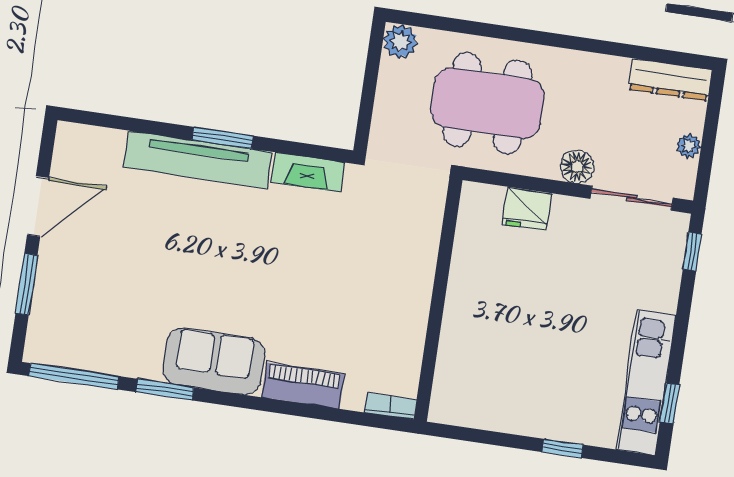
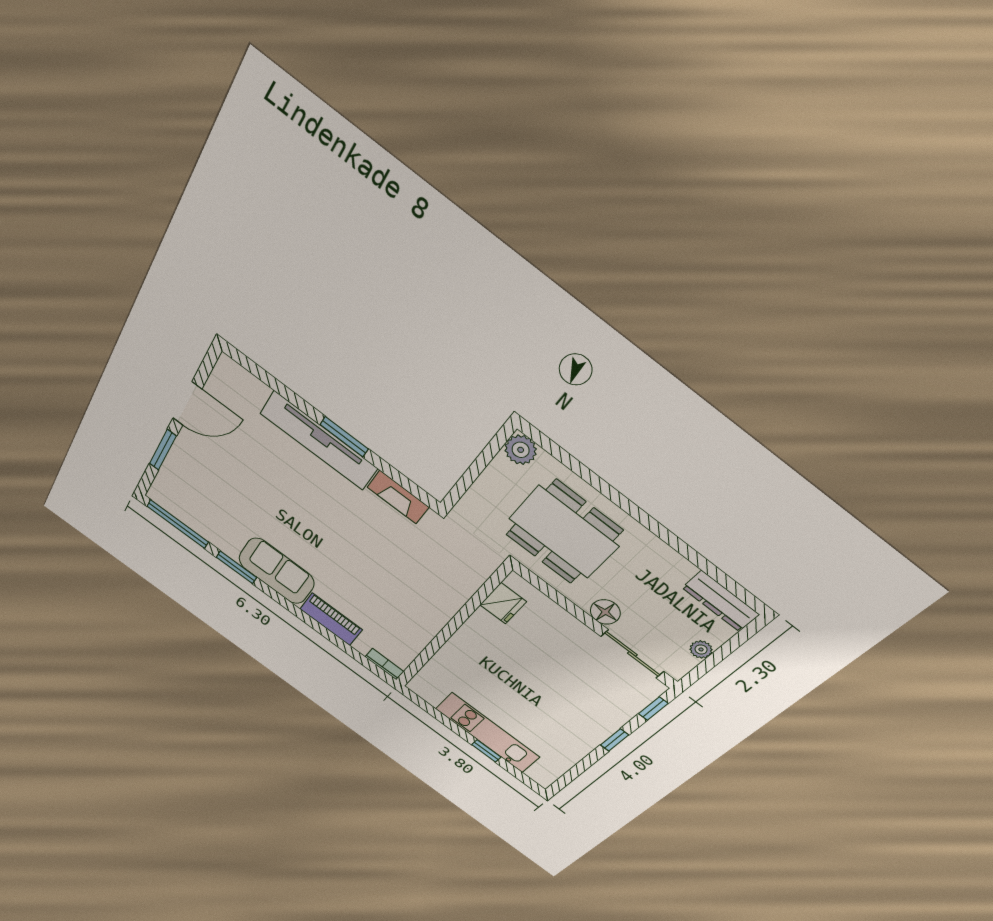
fridge: (527, 209) -> (503, 603), moved, turned -90
kitchen unit: (646, 382) -> (488, 733), moved, turned 90
window: (670, 403) -> (615, 740), moved

